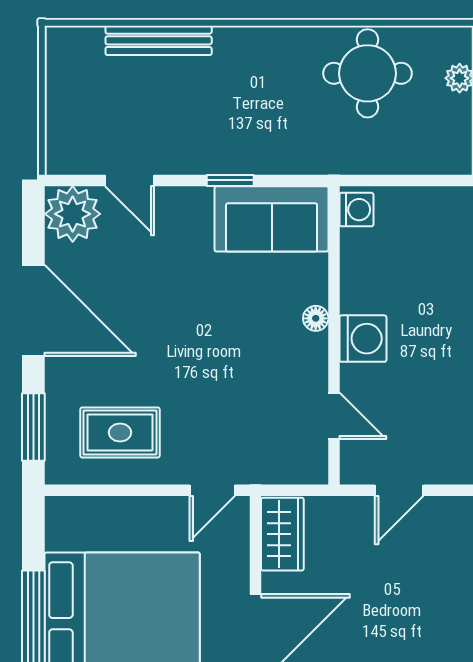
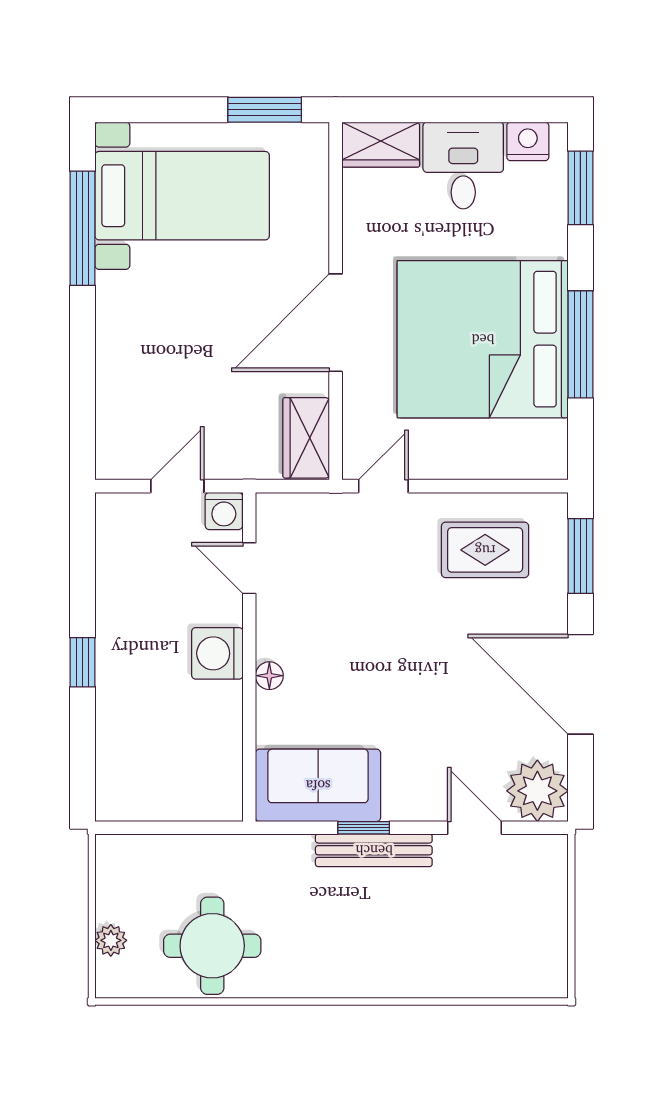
bench: (159, 40) -> (374, 850), moved
washing machine: (356, 210) -> (224, 511), moved, turned -90

